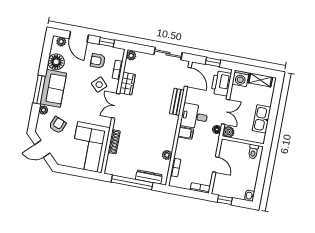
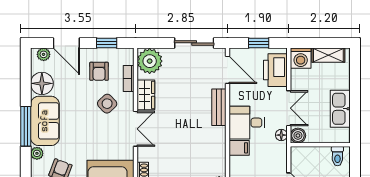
plant: (131, 56) -> (150, 61), width x1.87, depth x1.87
armchair: (98, 61) -> (99, 71), turned -90
double door: (116, 106) -> (135, 129), swing flipped

